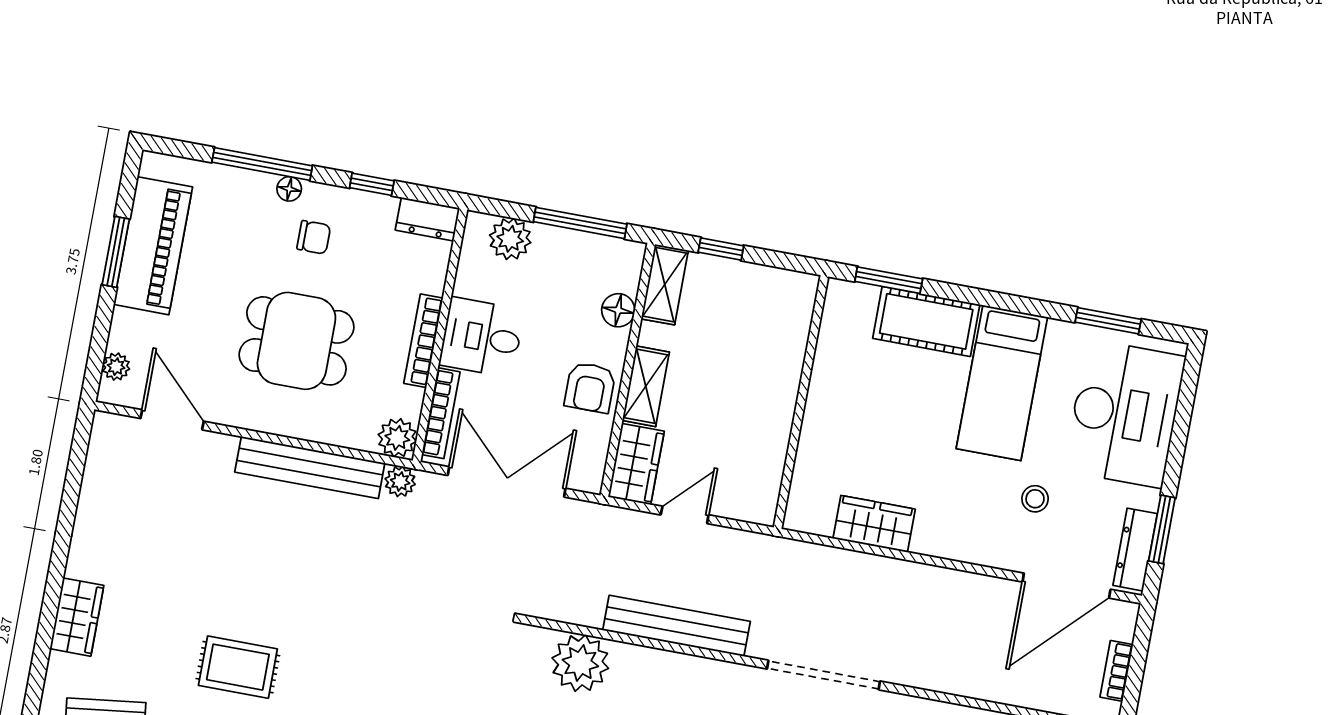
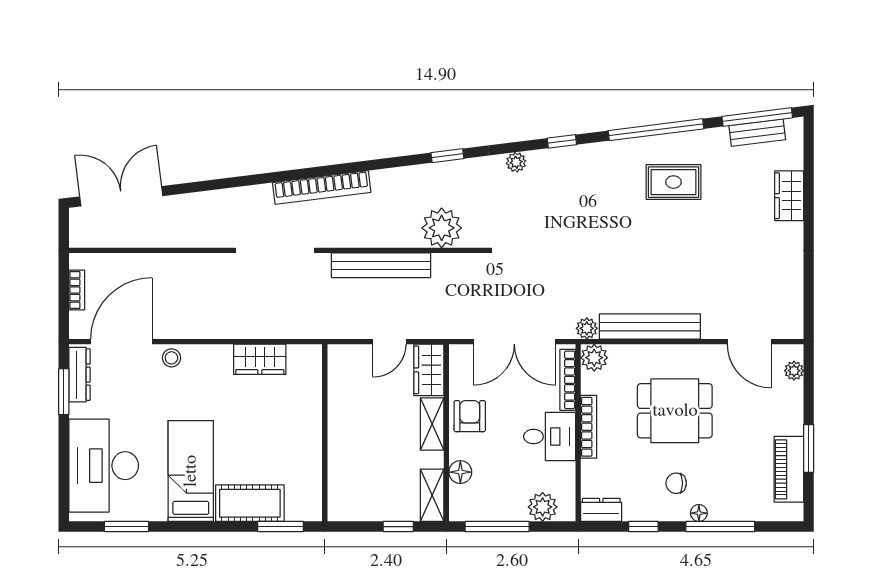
piano: (153, 246) -> (789, 469), width x0.73, depth x0.75
stool: (1035, 499) -> (171, 358), moved

